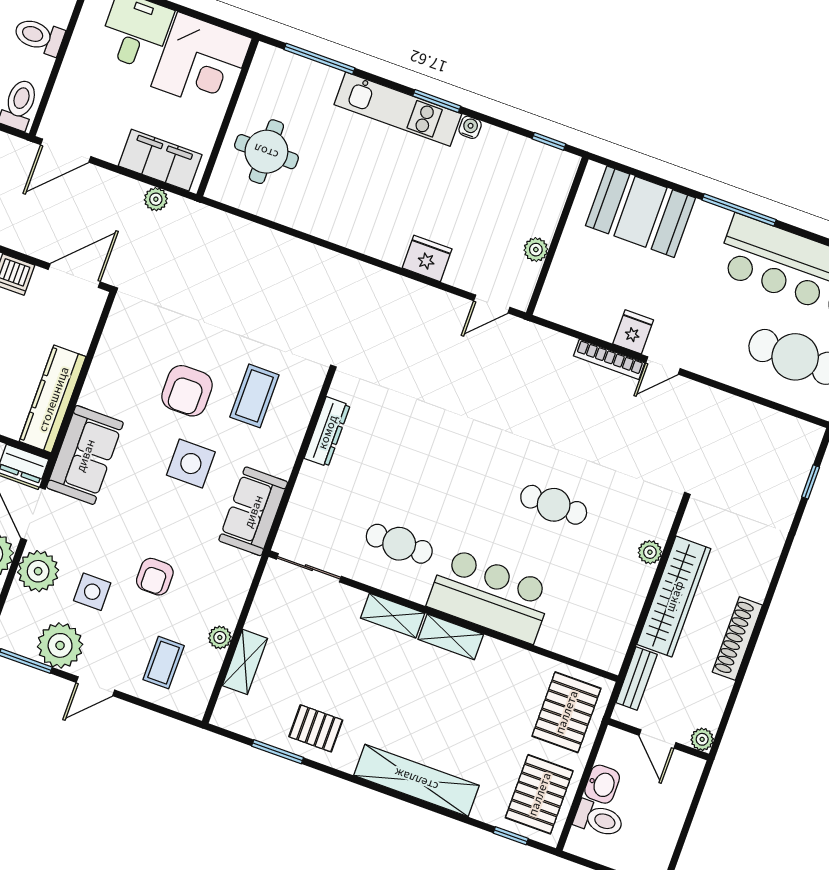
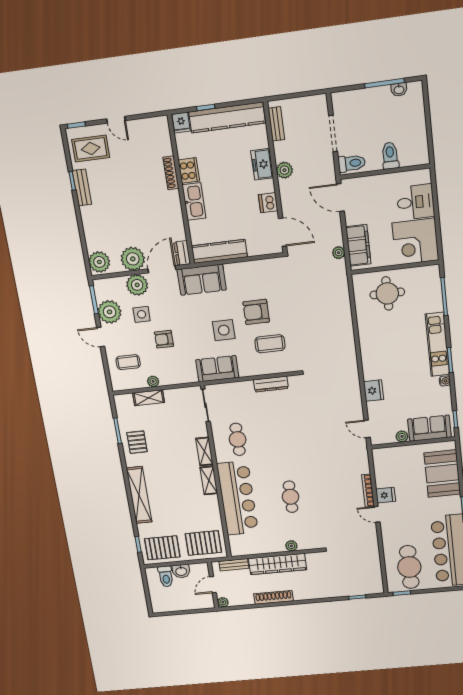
sofa: (544, 194) -> (429, 428), added
bar counter: (490, 596) -> (238, 498), width x1.36

